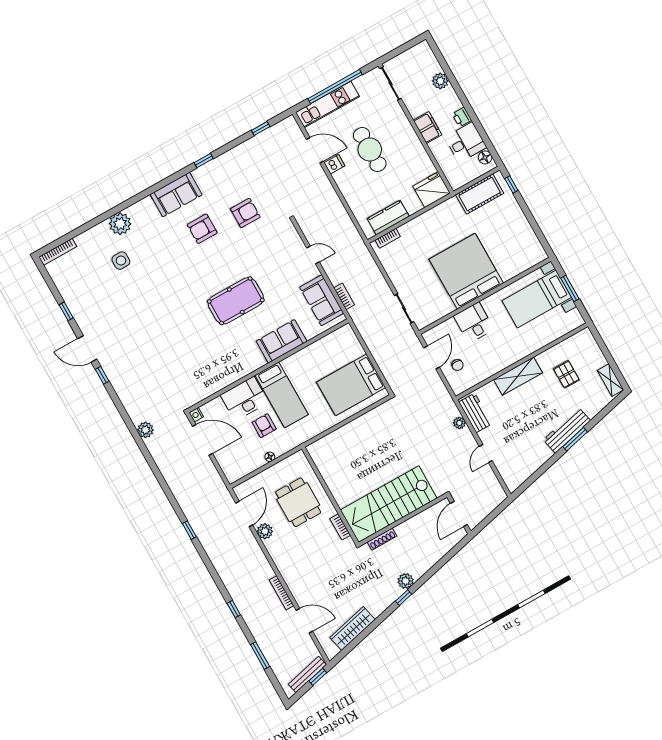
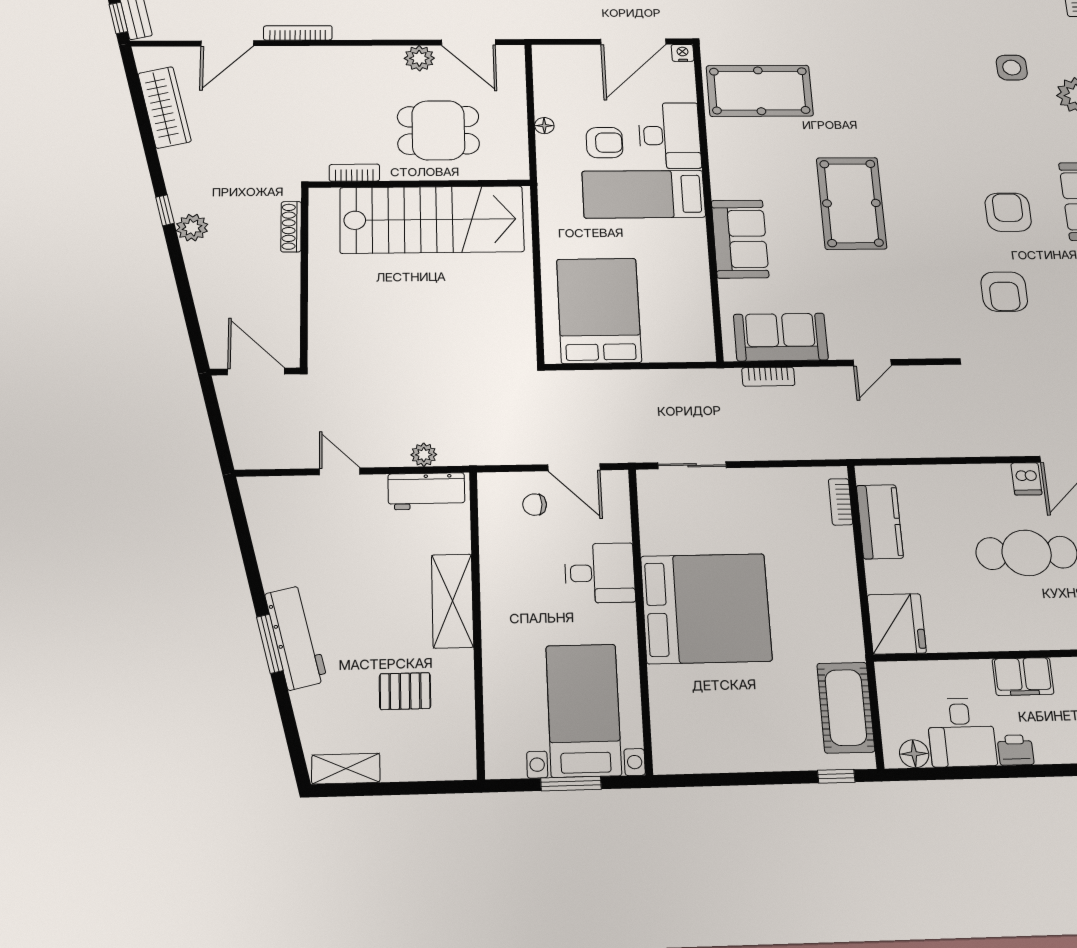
pool table: (198, 370) -> (760, 91), added
stairs: (389, 504) -> (432, 220), moved, turned 90

